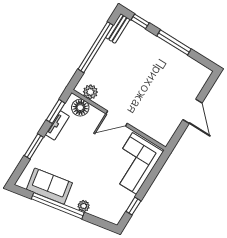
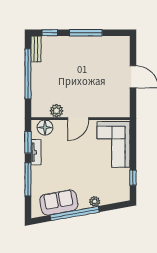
plant: (90, 92) -> (57, 111), moved
window: (34, 146) -> (28, 179), width x1.44

